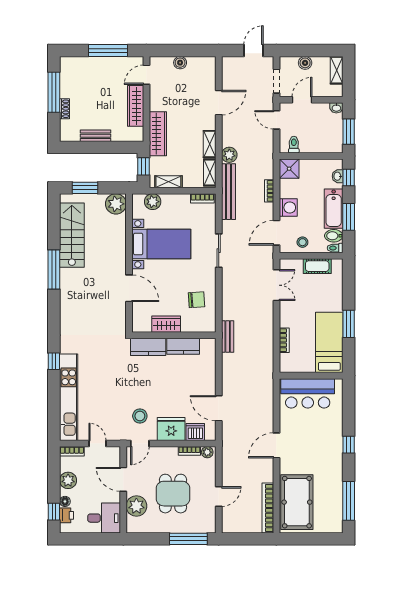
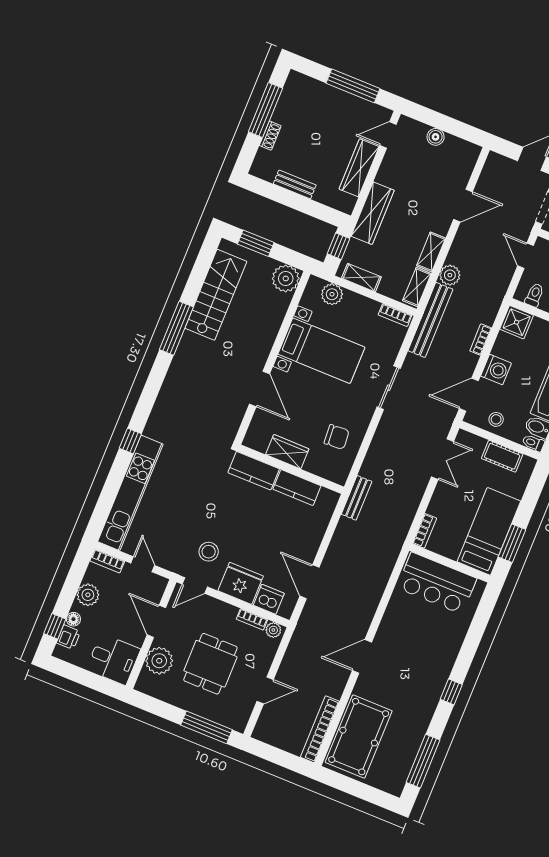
bed: (329, 342) -> (489, 531), moved
wall: (311, 376) -> (450, 563), moved
bar counter: (308, 393) -> (437, 583), moved

